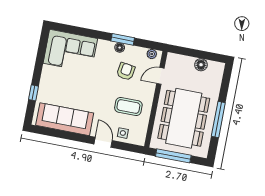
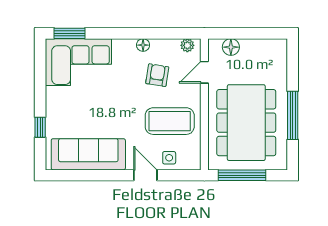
window: (123, 39) -> (70, 33), moved
floor lamp: (201, 65) -> (231, 47), moved
coffee table: (128, 106) -> (170, 121), width x1.36, depth x1.32

